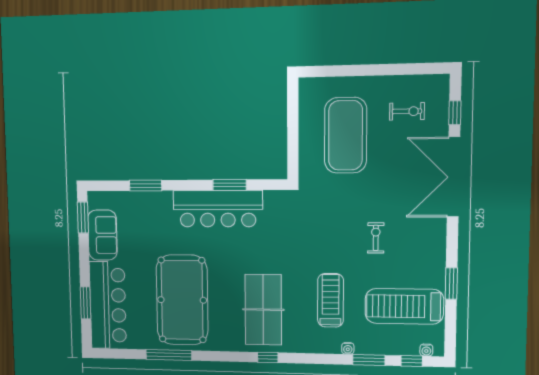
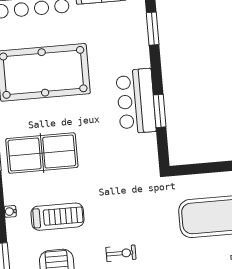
bar counter: (218, 209) -> (136, 101), width x0.73
water cooler: (348, 348) -> (10, 211), moved

